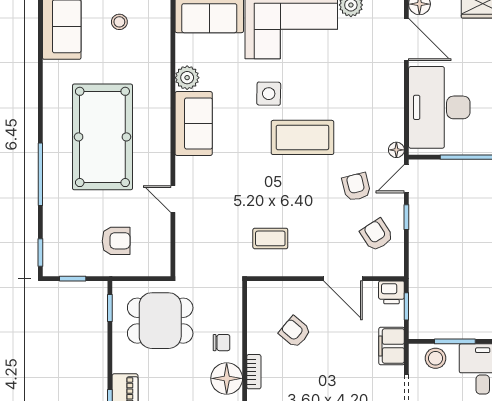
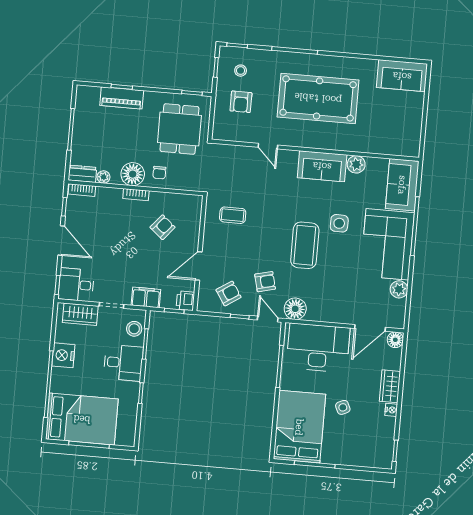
stool: (119, 22) -> (241, 71), moved
floor lamp: (396, 150) -> (295, 309), width x1.89, depth x1.89
door: (173, 199) -> (268, 146), swing flipped
coffee table: (270, 238) -> (233, 215), turned 90

